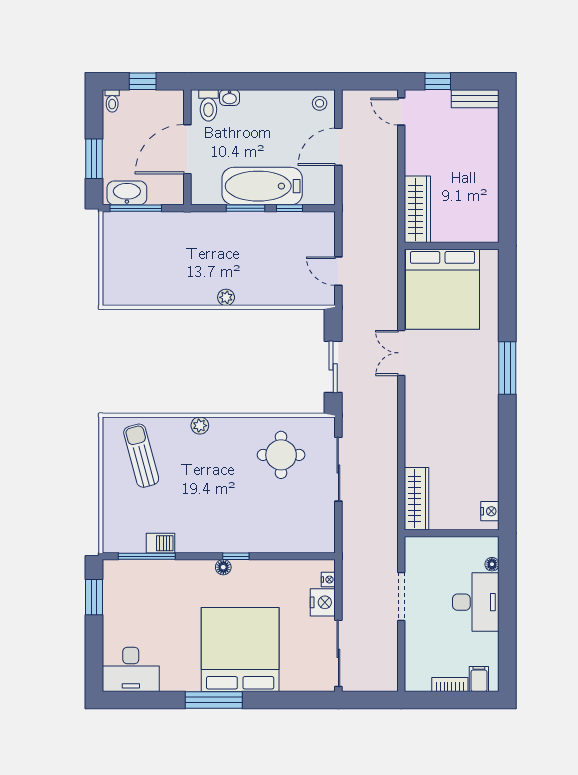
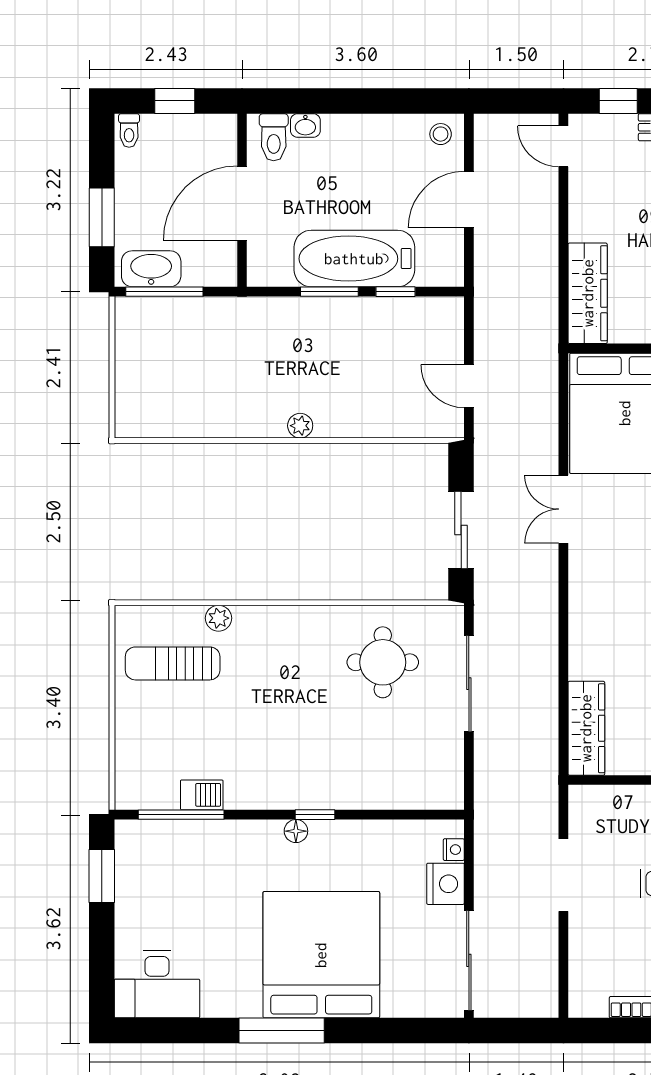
plant: (200, 426) -> (219, 618), moved
sun lounger: (141, 456) -> (173, 663), turned -75

